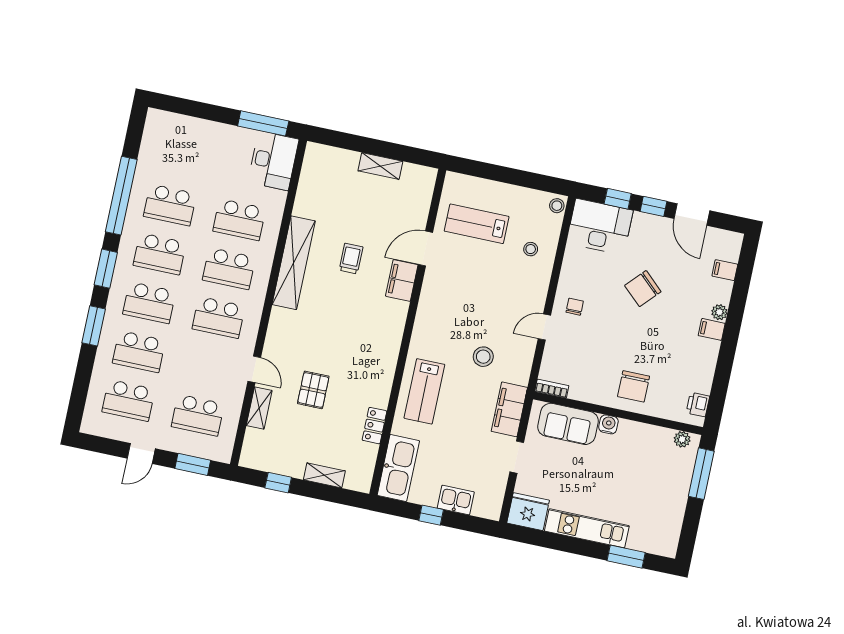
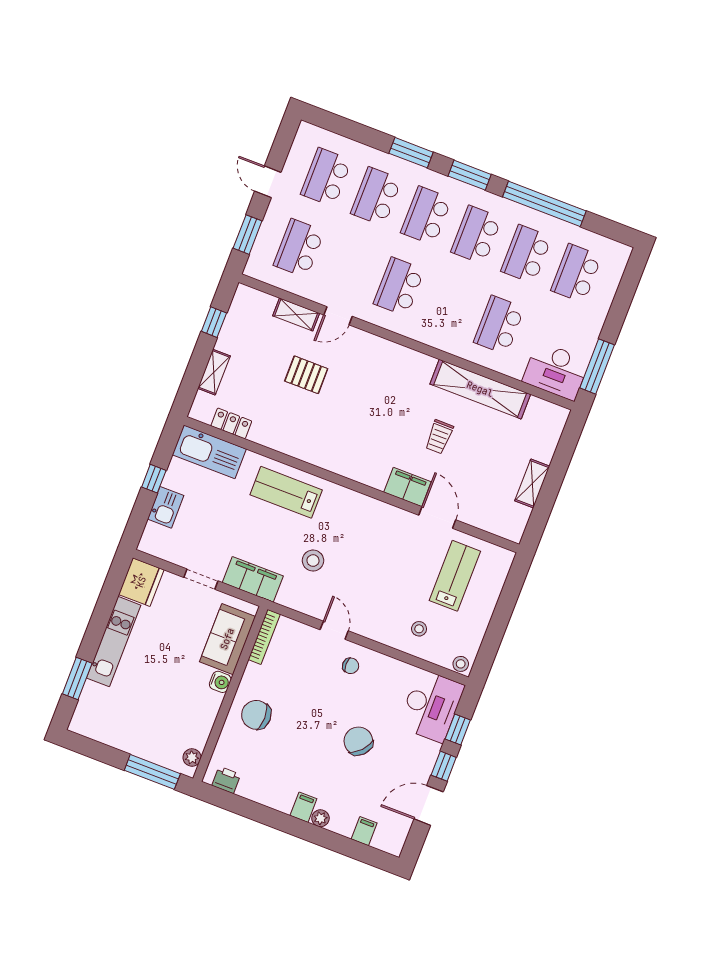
trolley: (351, 259) -> (439, 437), turned 90
shelving: (294, 263) -> (480, 389), moved
school desk: (229, 269) -> (576, 273), moved
bookcase: (552, 389) -> (264, 637), width x1.56
locker: (375, 426) -> (231, 423), moved

